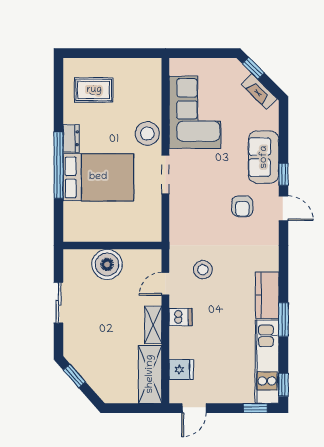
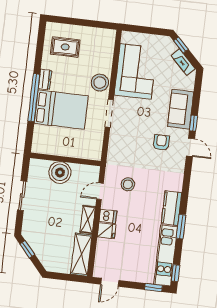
armchair: (242, 206) -> (161, 142), turned 180
fridge: (181, 370) -> (107, 231), moved

